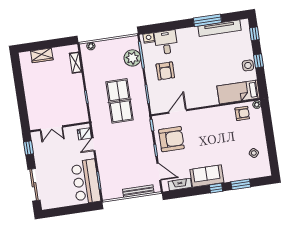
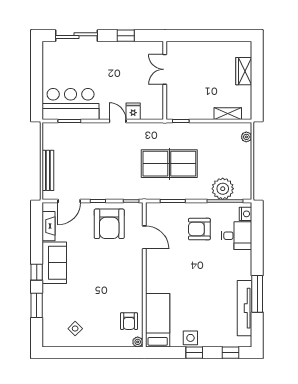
wall: (60, 127) -> (165, 80), moved
double door: (51, 128) -> (165, 69), moved

